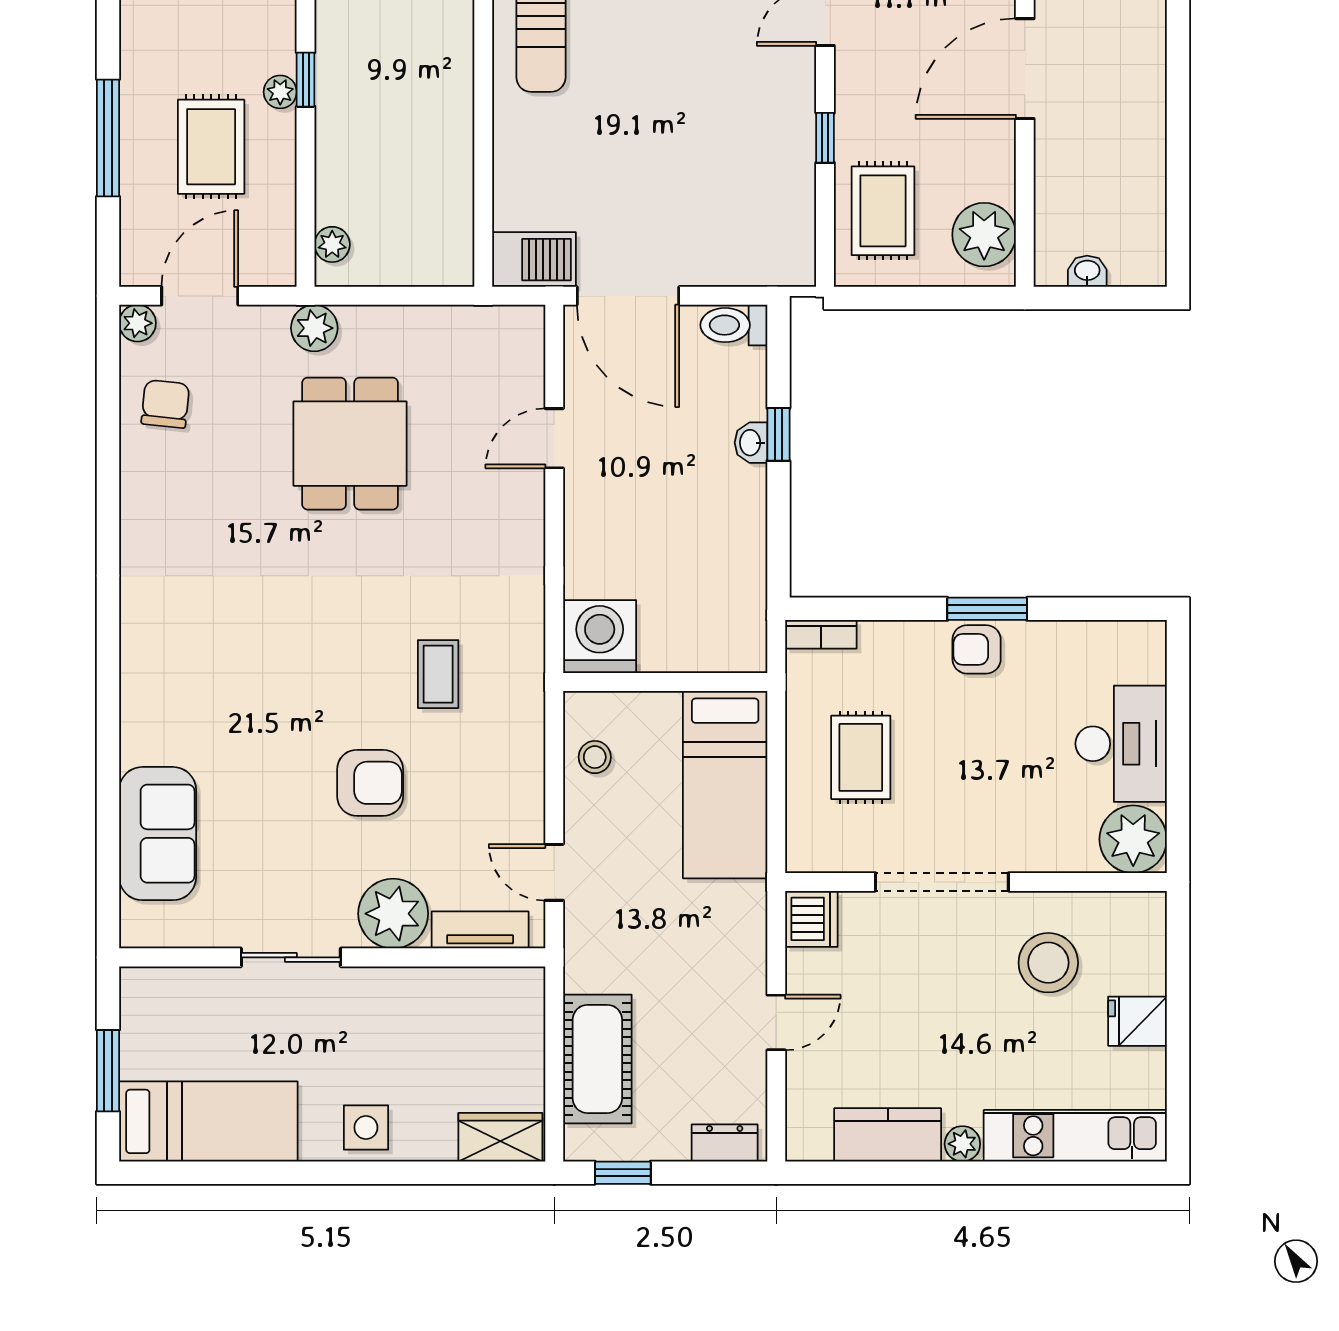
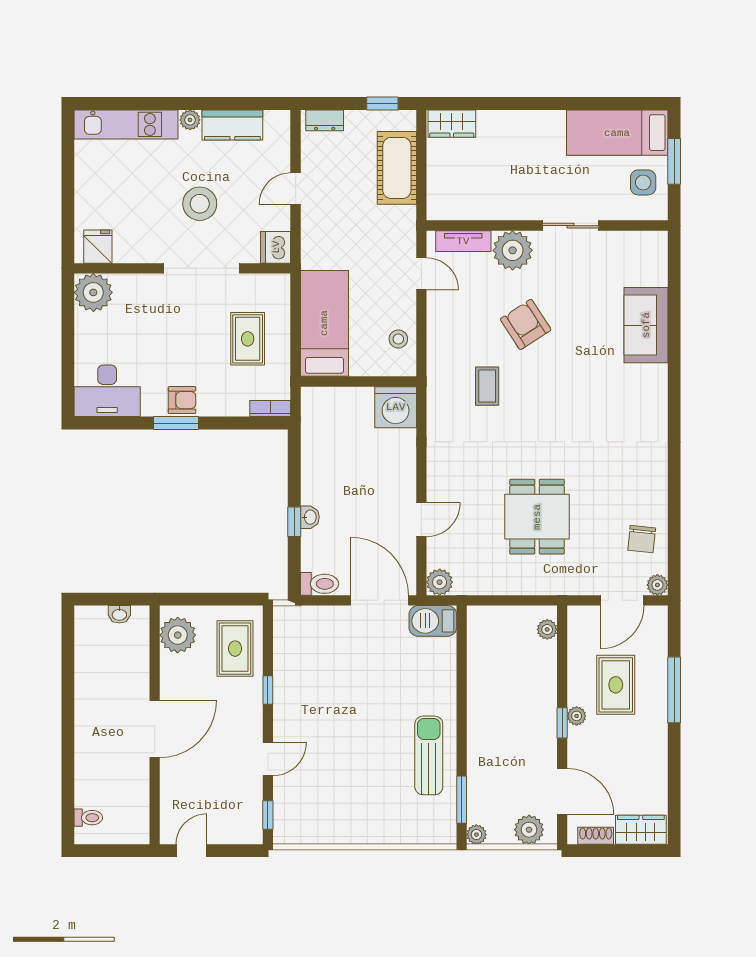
plant: (314, 328) -> (440, 582), moved
desk: (1121, 744) -> (107, 391), moved, turned -90
armchair: (370, 783) -> (526, 324), turned 57
sofa: (158, 834) -> (646, 325), moved
stool: (1048, 963) -> (200, 204), moved
fridge: (1137, 1021) -> (98, 247), moved, turned -90
side table: (366, 1128) -> (643, 182), moved

